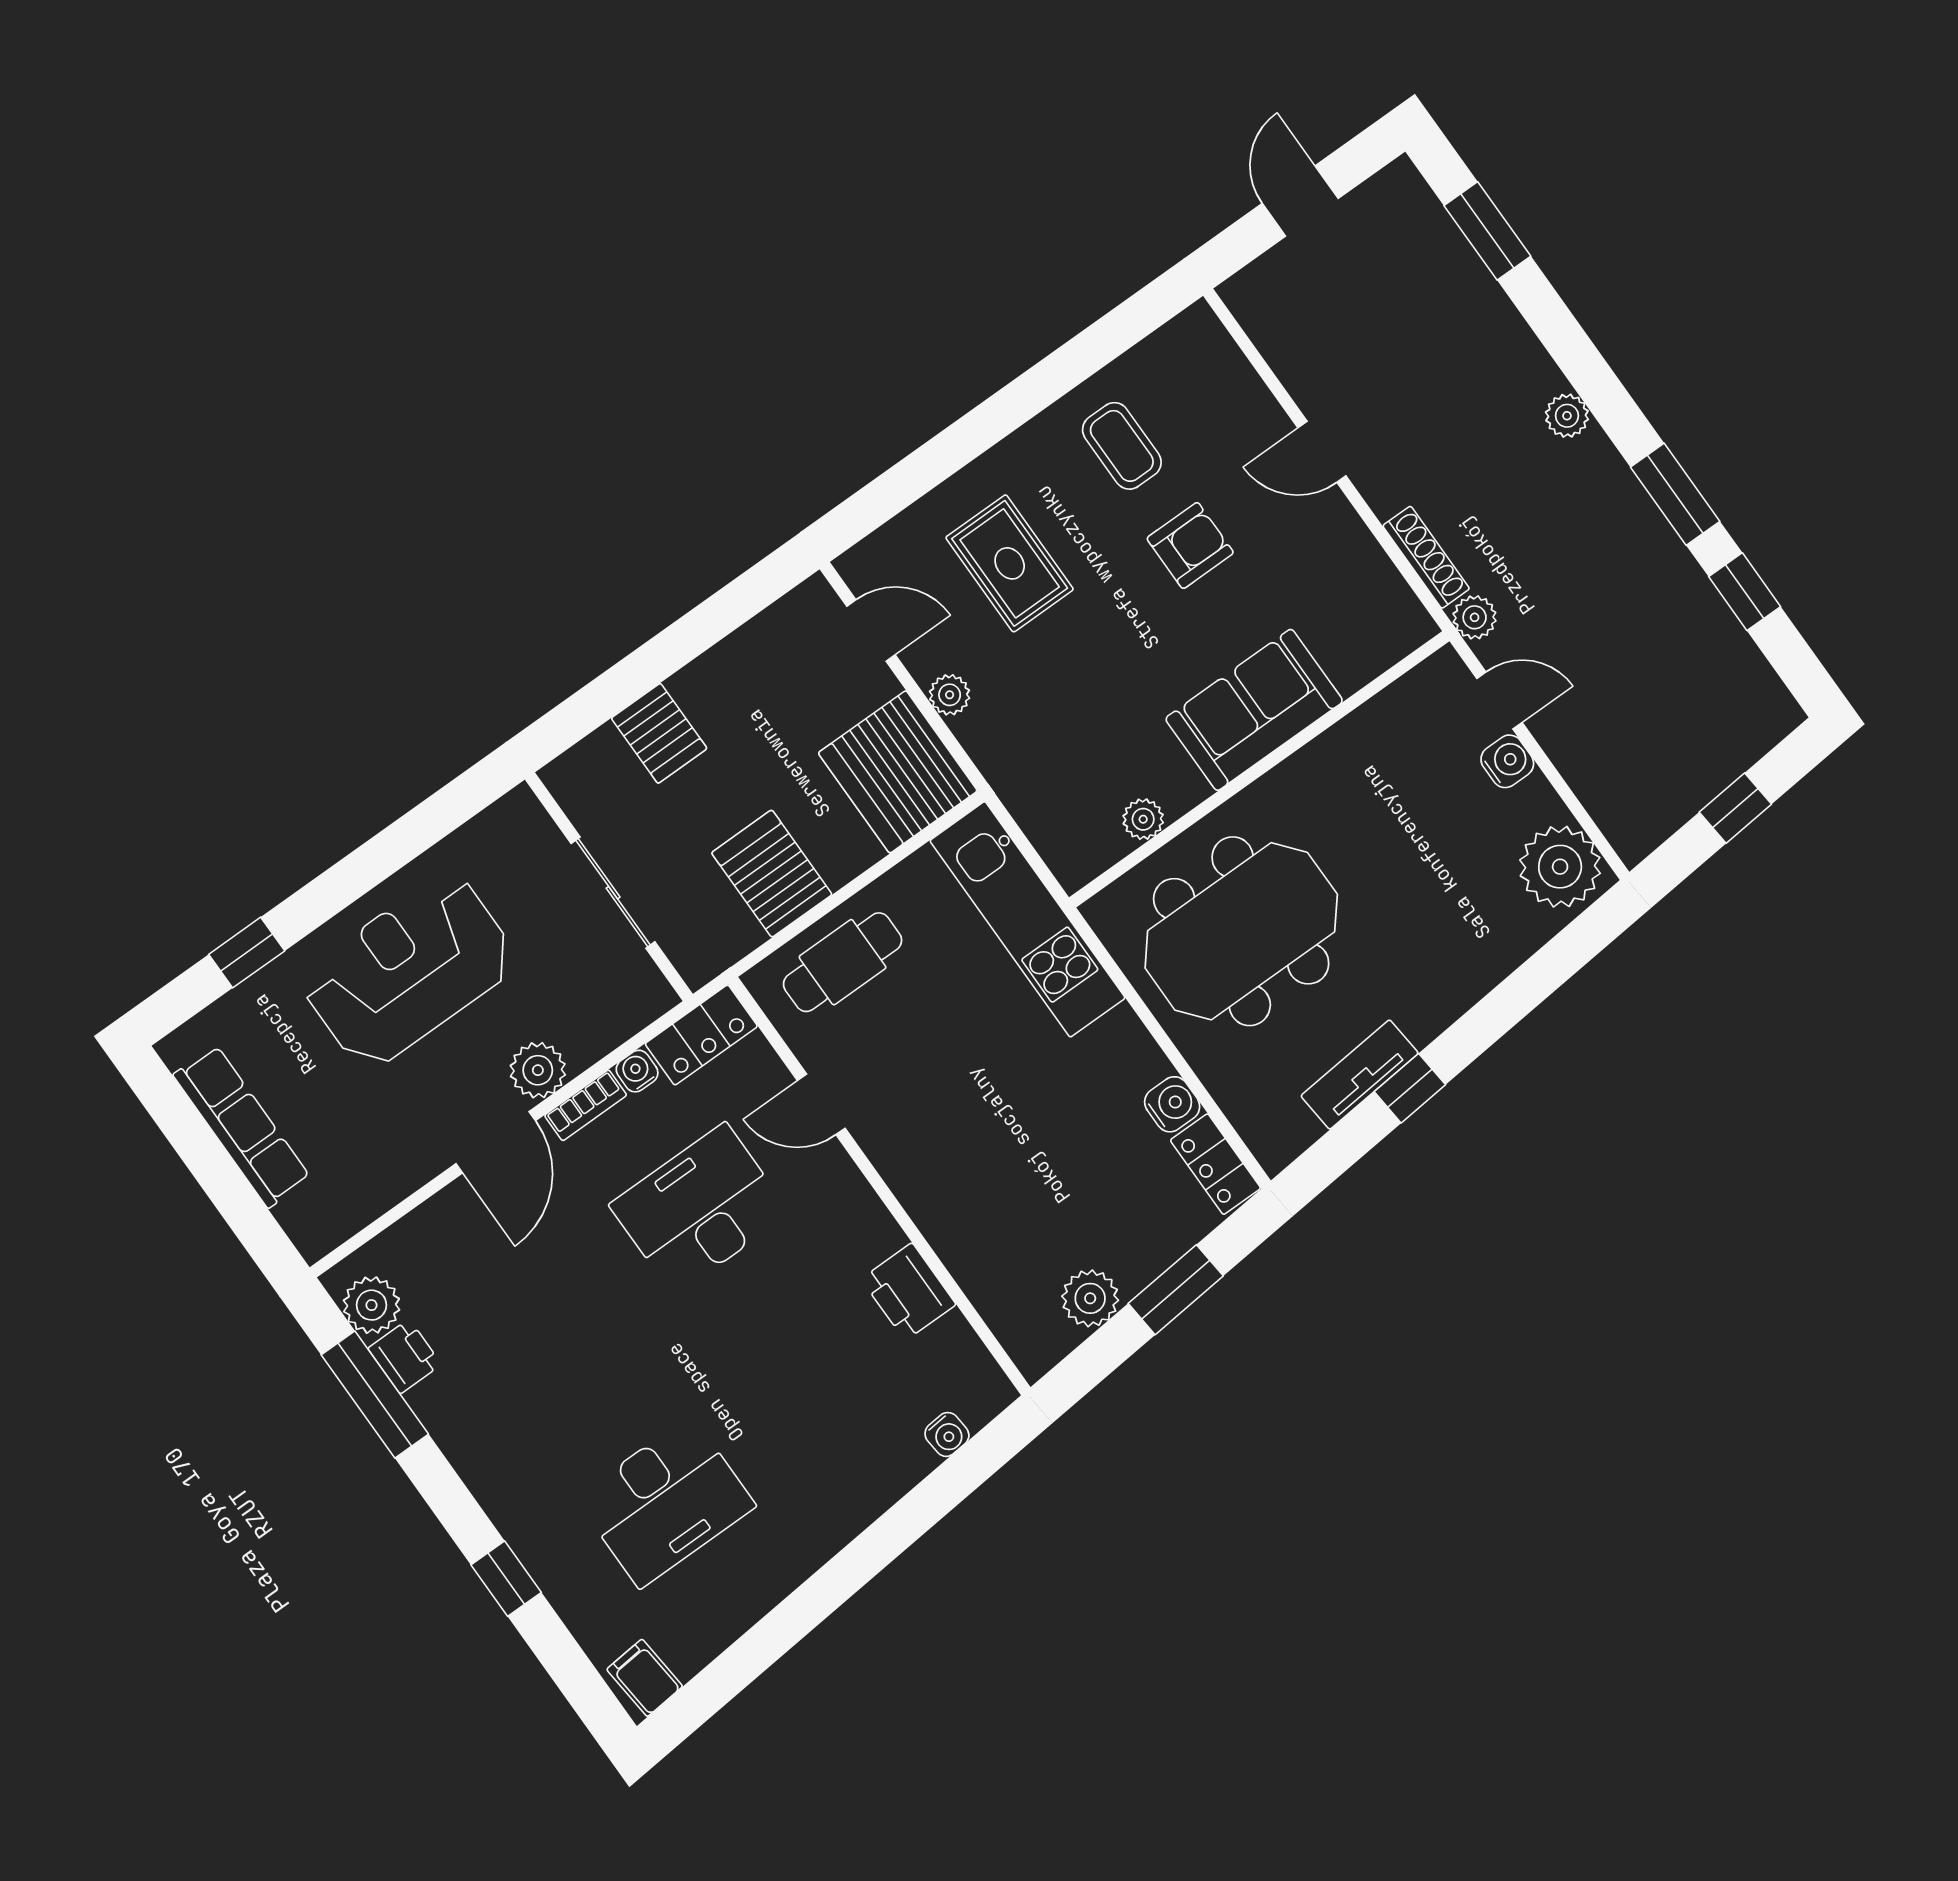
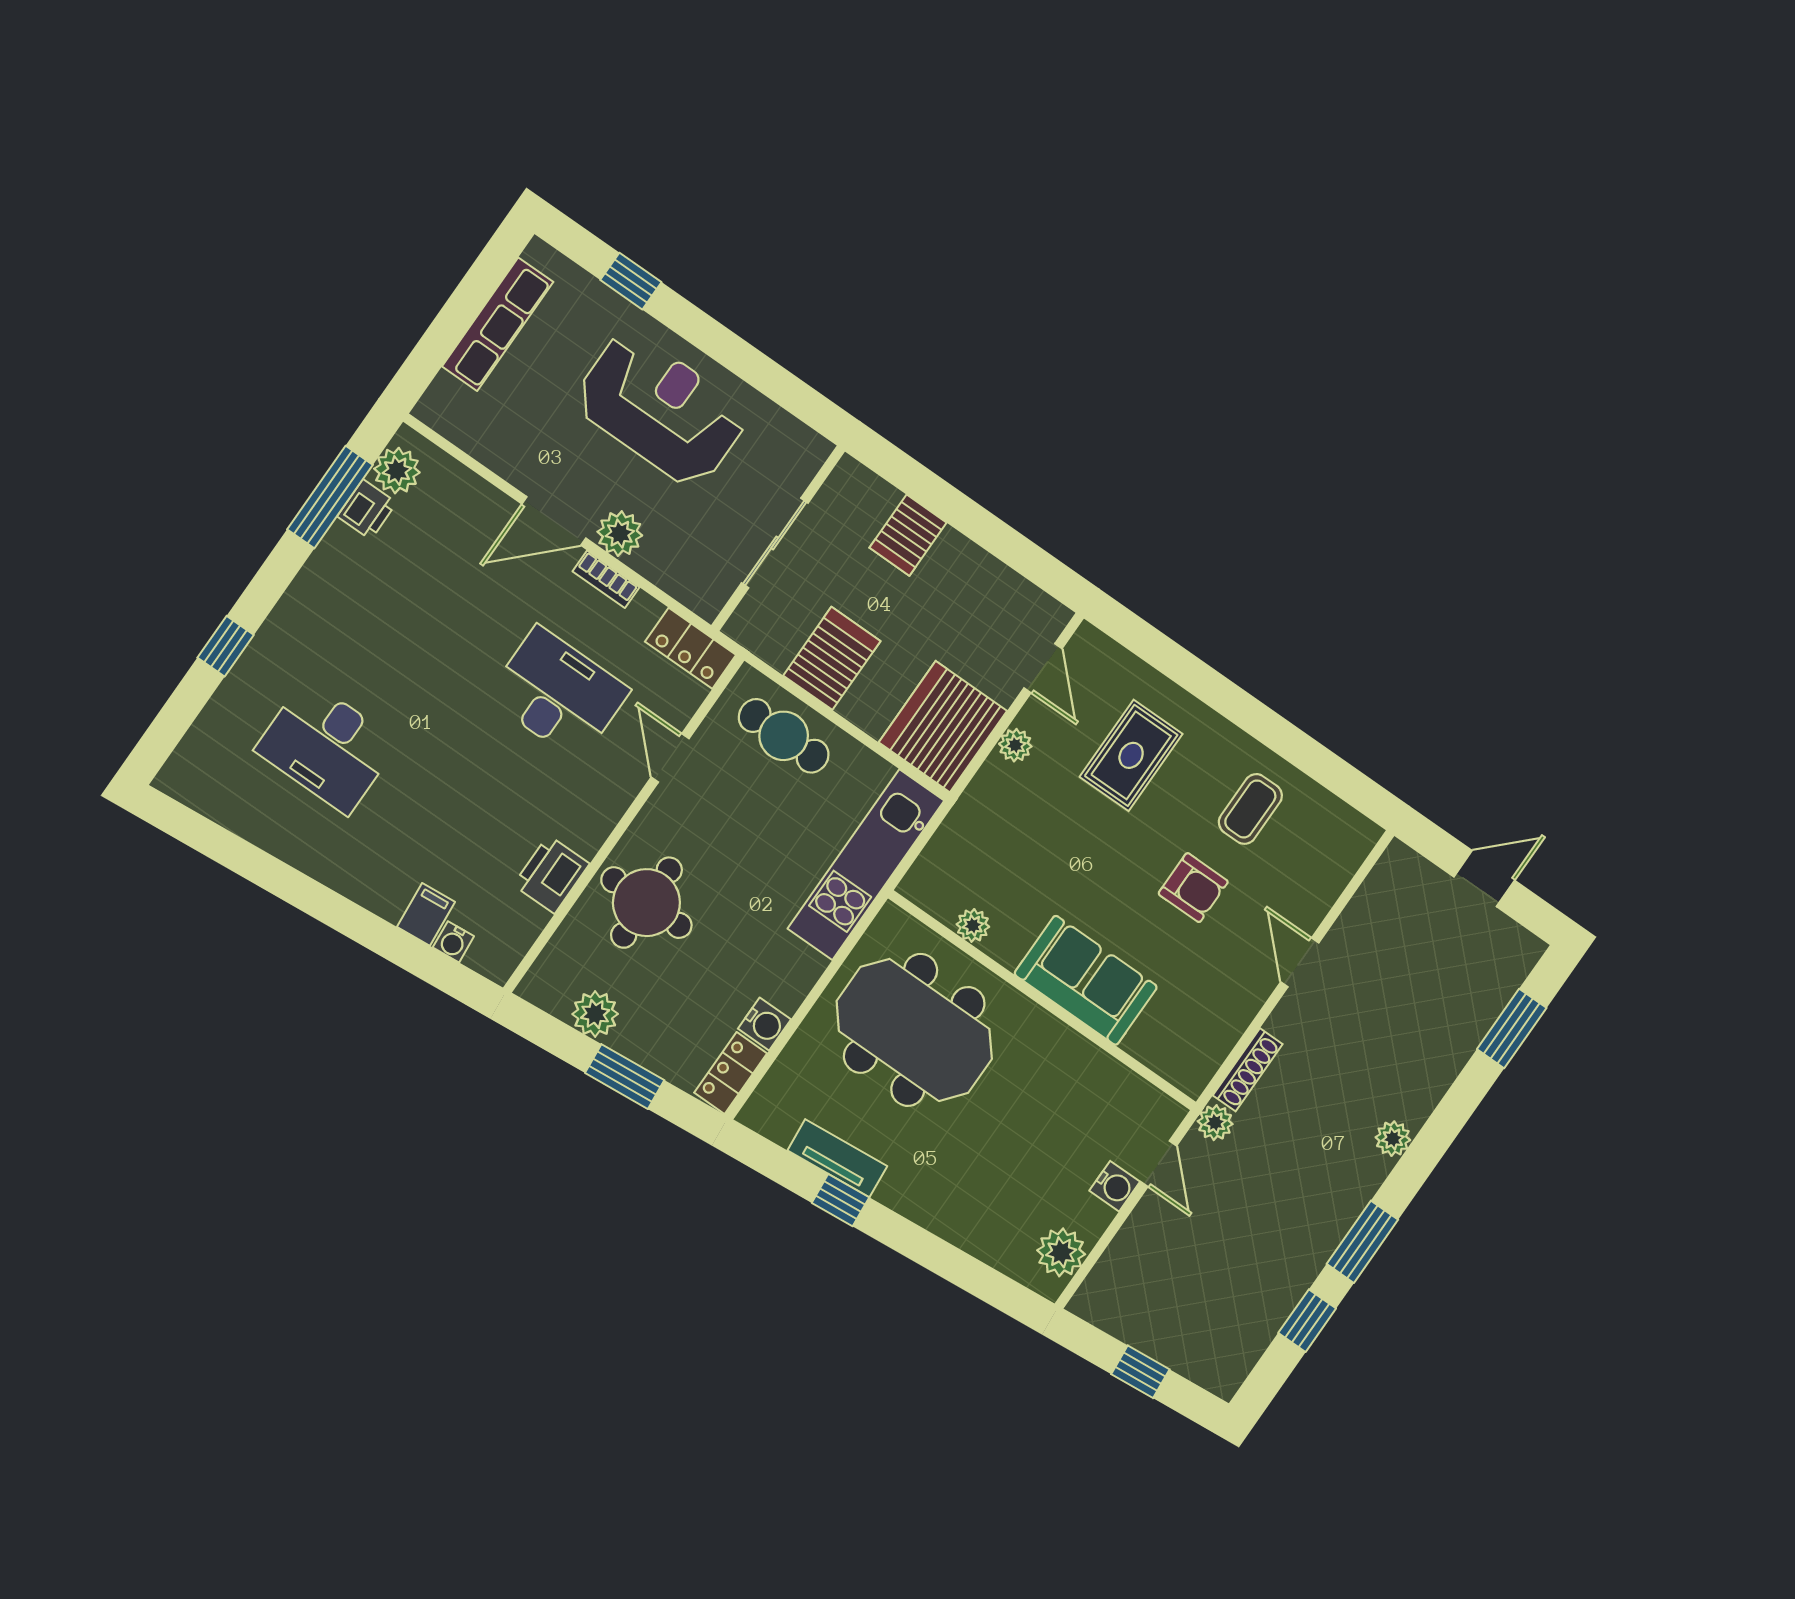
plant: (1560, 867) -> (1061, 1252), width x0.73, depth x0.73
water cooler: (637, 1071) -> (646, 609), removed
round table: (981, 1192) -> (646, 903), added
filing cabinet: (645, 1678) -> (426, 914), moved

